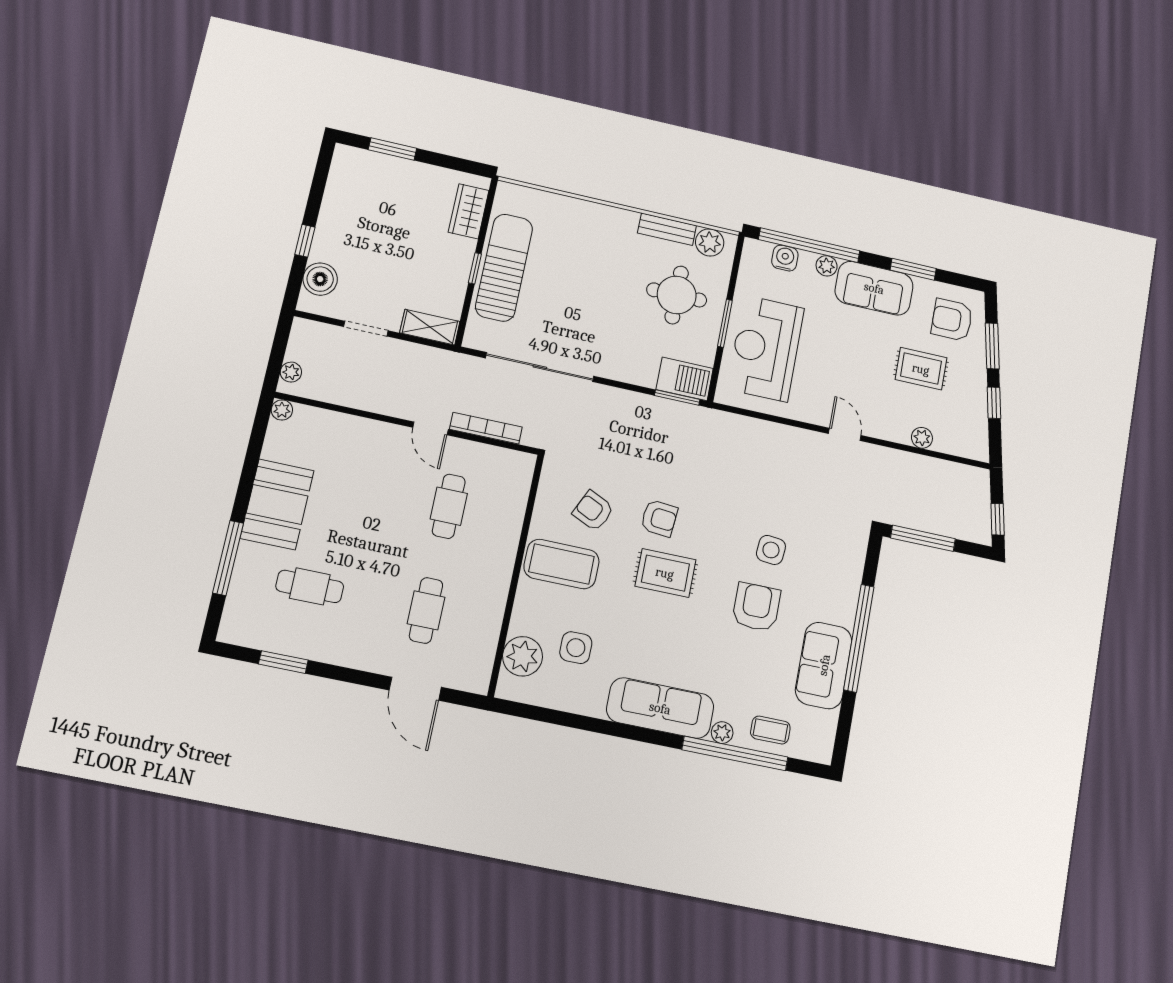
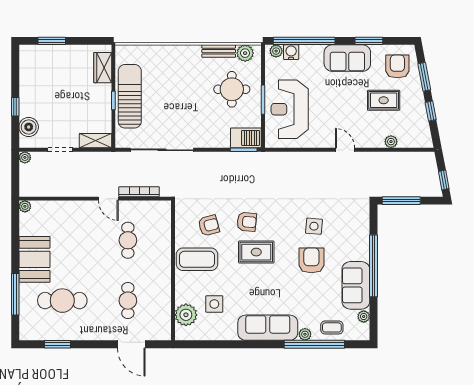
plant: (827, 266) -> (276, 51), moved
armchair: (952, 320) -> (397, 66), turned 90
plant: (291, 372) -> (25, 157), moved
armchair: (593, 511) -> (209, 226), turned 140
cafe table: (310, 586) -> (62, 301), width x1.37, depth x1.35
plant: (828, 722) -> (364, 317), added

